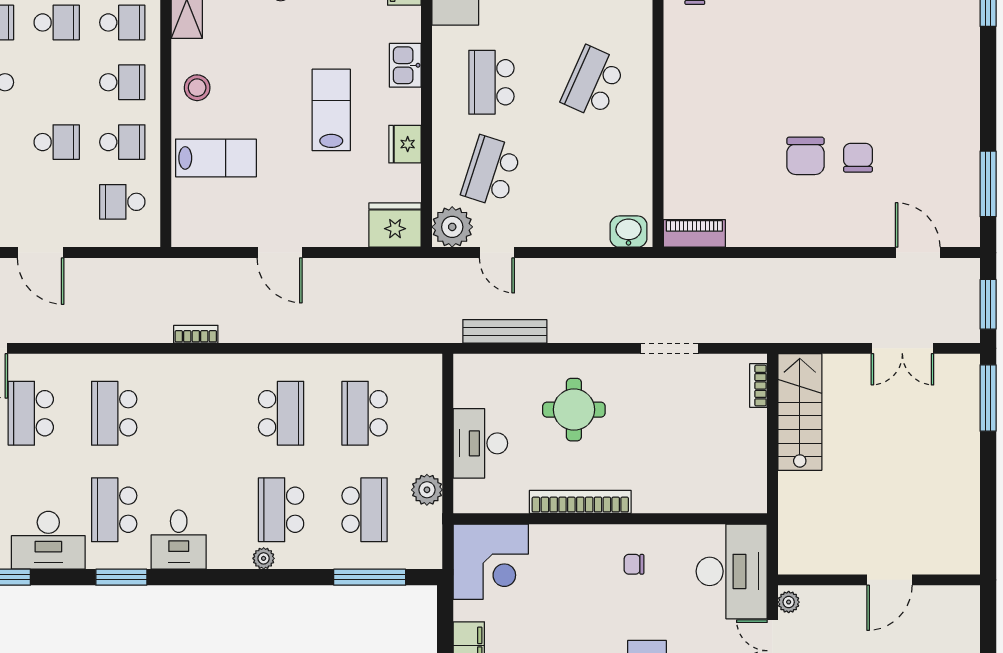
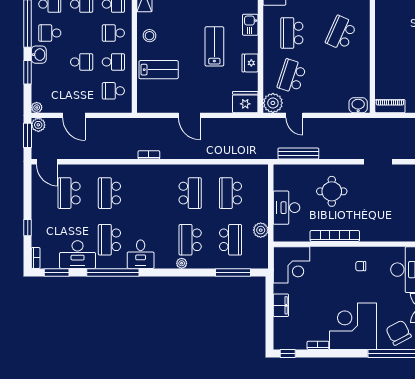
school desk: (122, 82) -> (113, 33), turned 180
window: (121, 577) -> (113, 272), width x2.11

